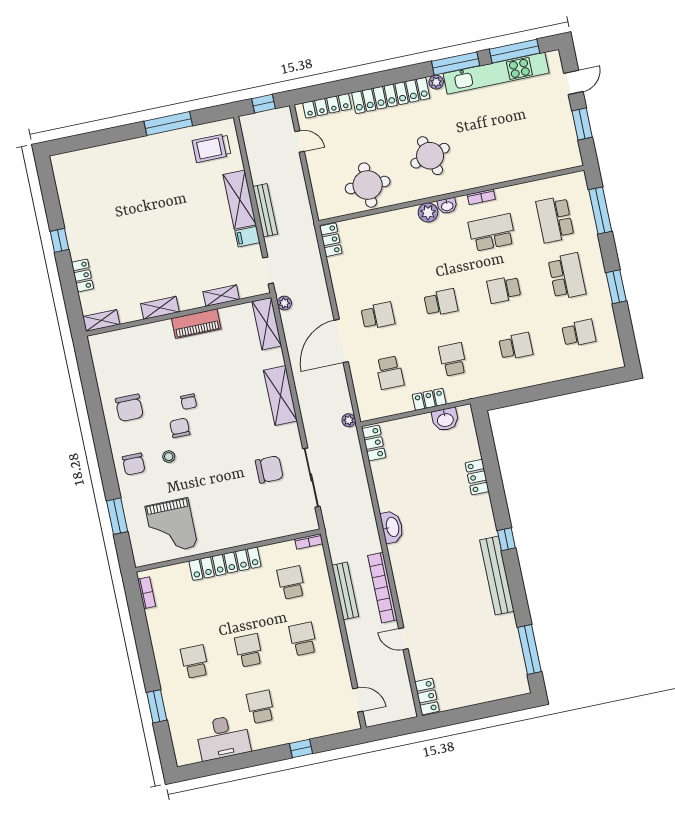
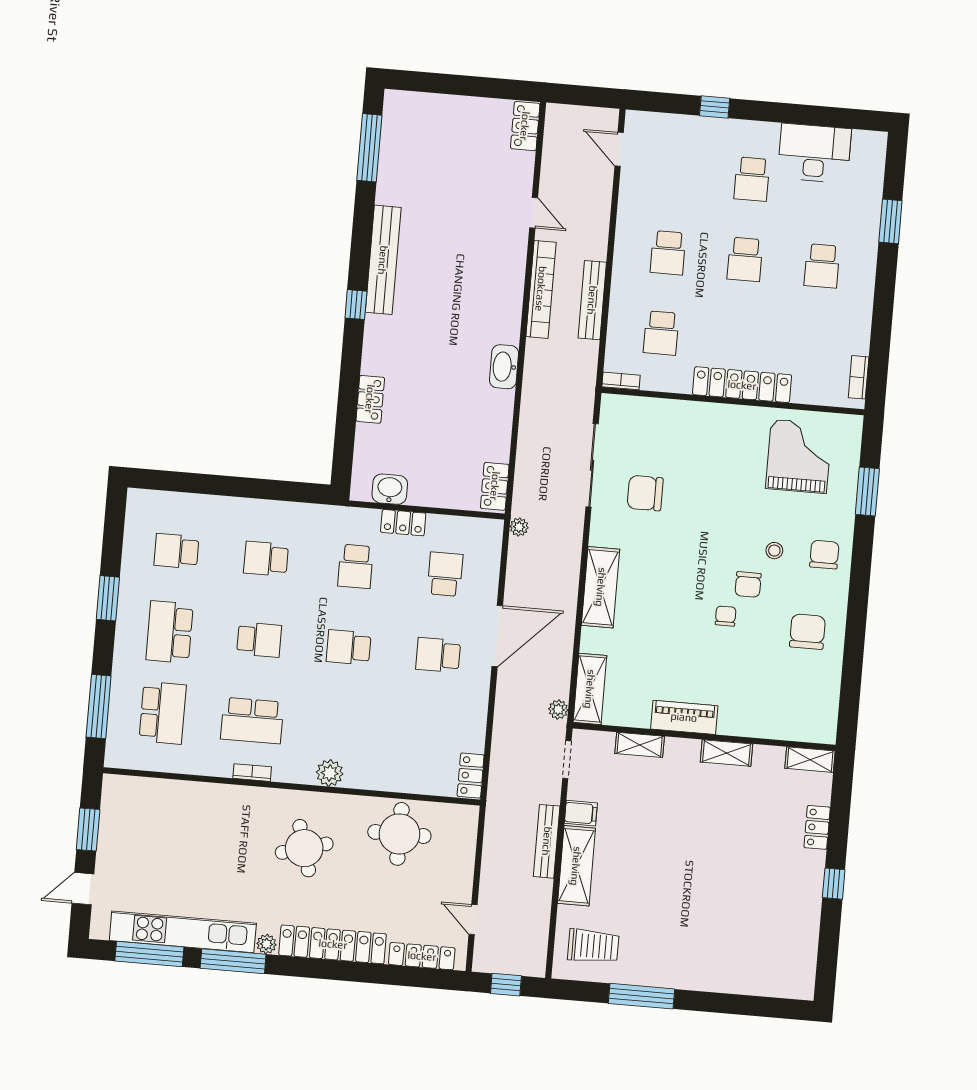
washbasin: (447, 206) -> (301, 774), removed

